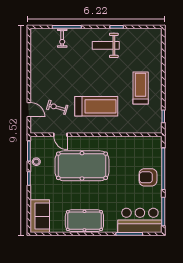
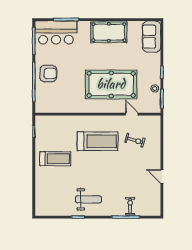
treadmill: (141, 88) -> (55, 159), turned -90
treadmill: (96, 106) -> (98, 141), turned 180
door: (29, 110) -> (162, 177), moved

